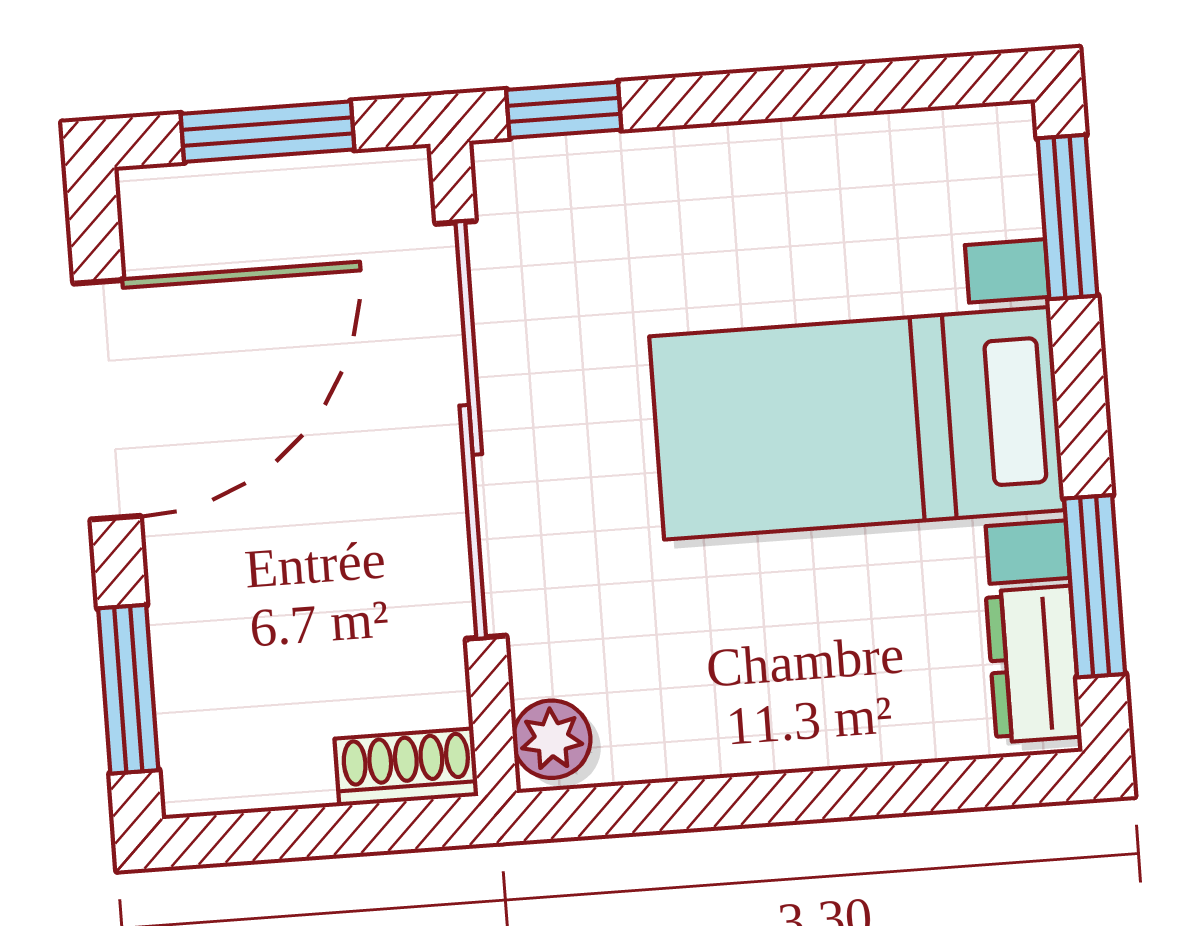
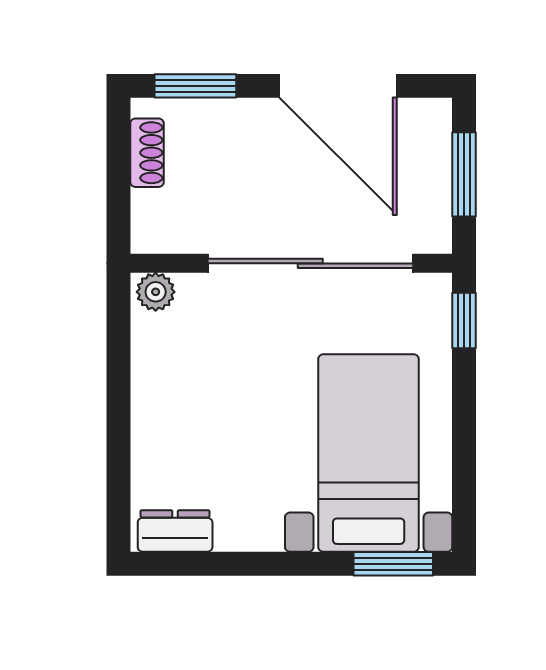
bed with nightstands: (857, 423) -> (369, 453), moved
window: (1095, 586) -> (211, 564), removed
shoe rack: (406, 767) -> (147, 153), moved

